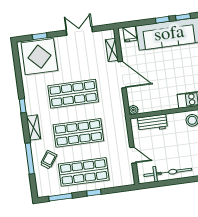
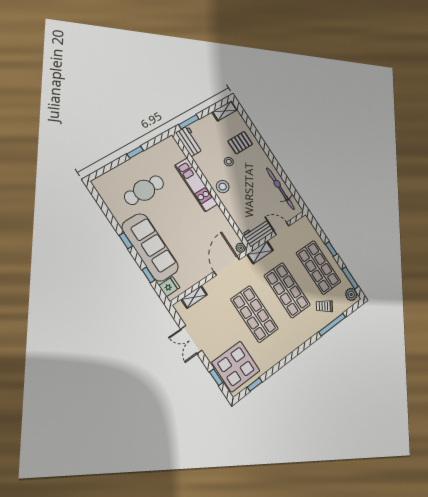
window: (162, 20) -> (148, 275), moved
door: (122, 75) -> (227, 266), moved
window: (23, 106) -> (255, 385), moved
workbench: (152, 123) -> (258, 233), moved, turned -90
shelving: (34, 127) -> (260, 252), moved
door: (133, 155) -> (281, 229), hinge flipped
plant: (46, 190) -> (351, 294), added

